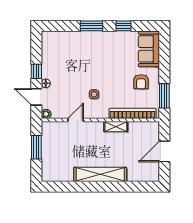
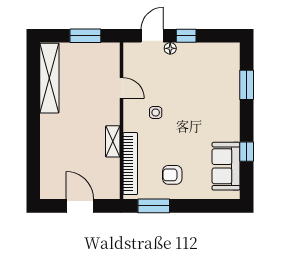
window: (92, 26) -> (247, 85), moved
sofa: (149, 49) -> (226, 166), moved, turned -90
plant: (46, 114) -> (130, 49), removed
shelving: (100, 174) -> (49, 78), moved

